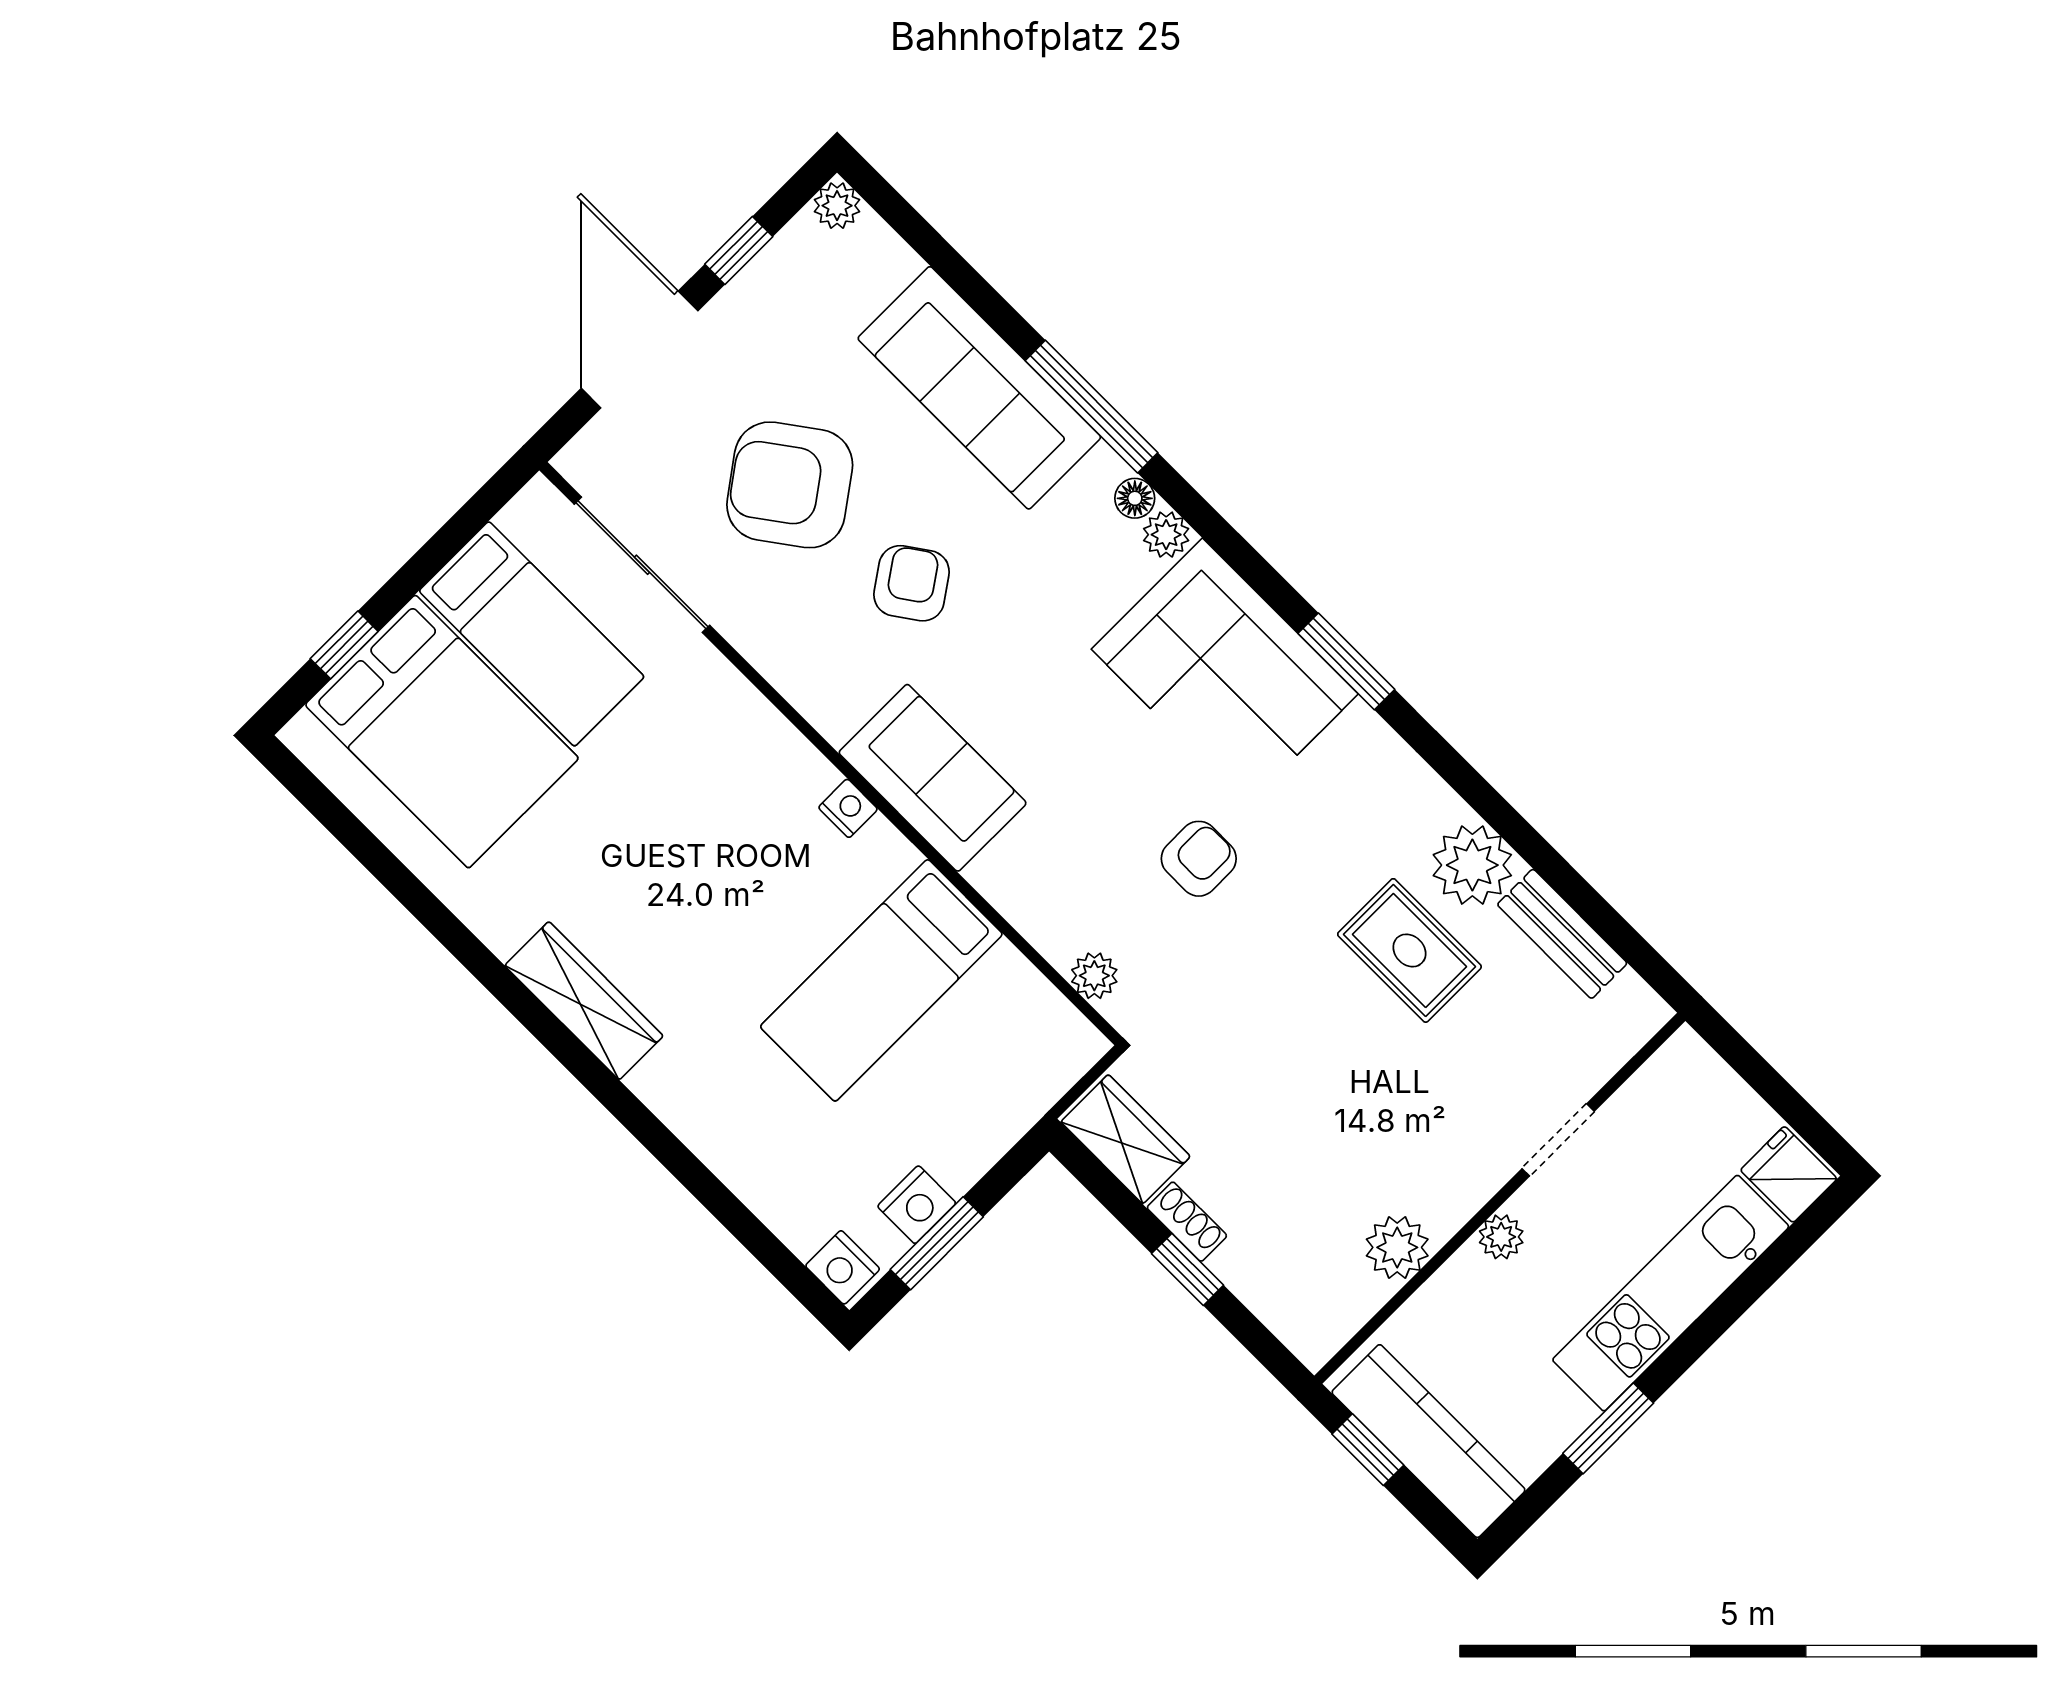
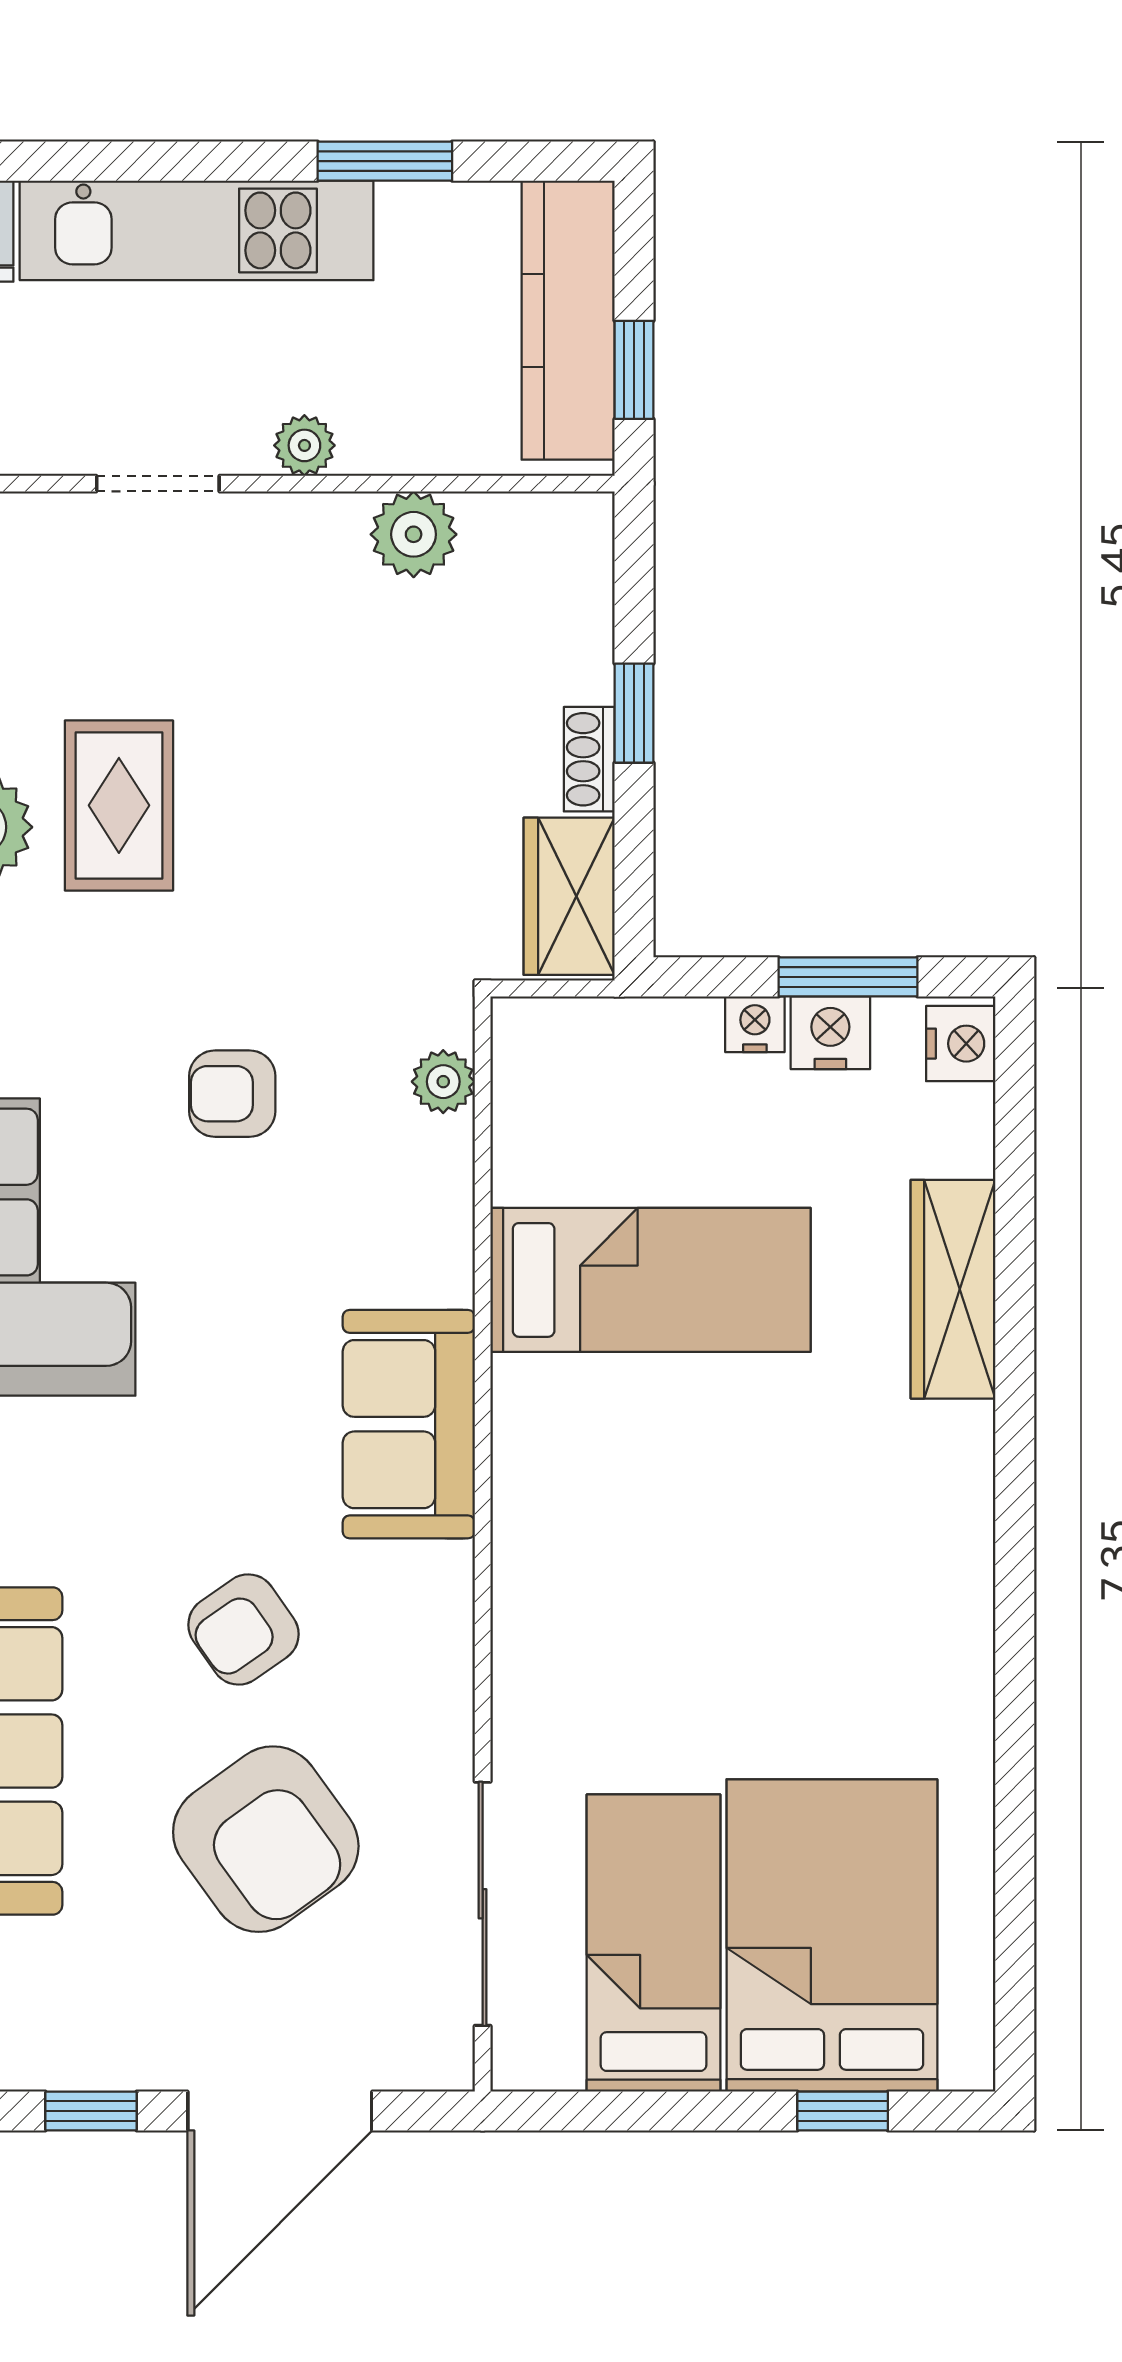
nightstand: (848, 808) -> (755, 1024), moved, turned 90
wardrobe: (584, 1001) -> (953, 1289), moved

